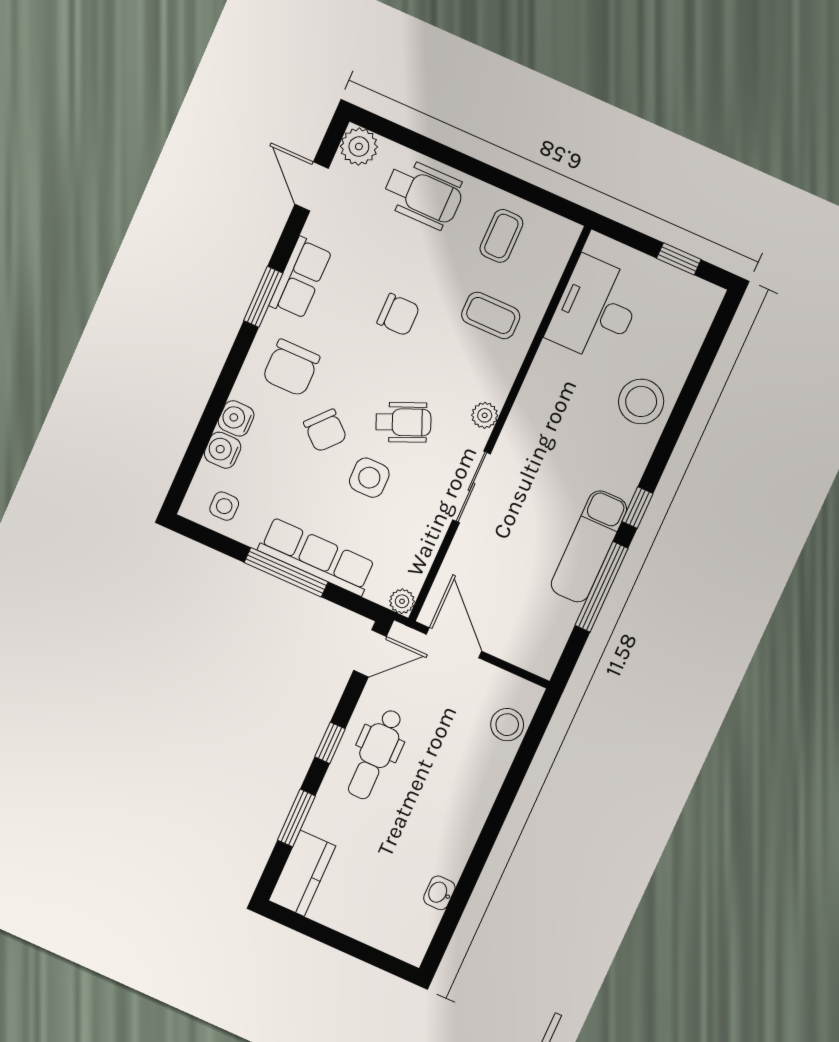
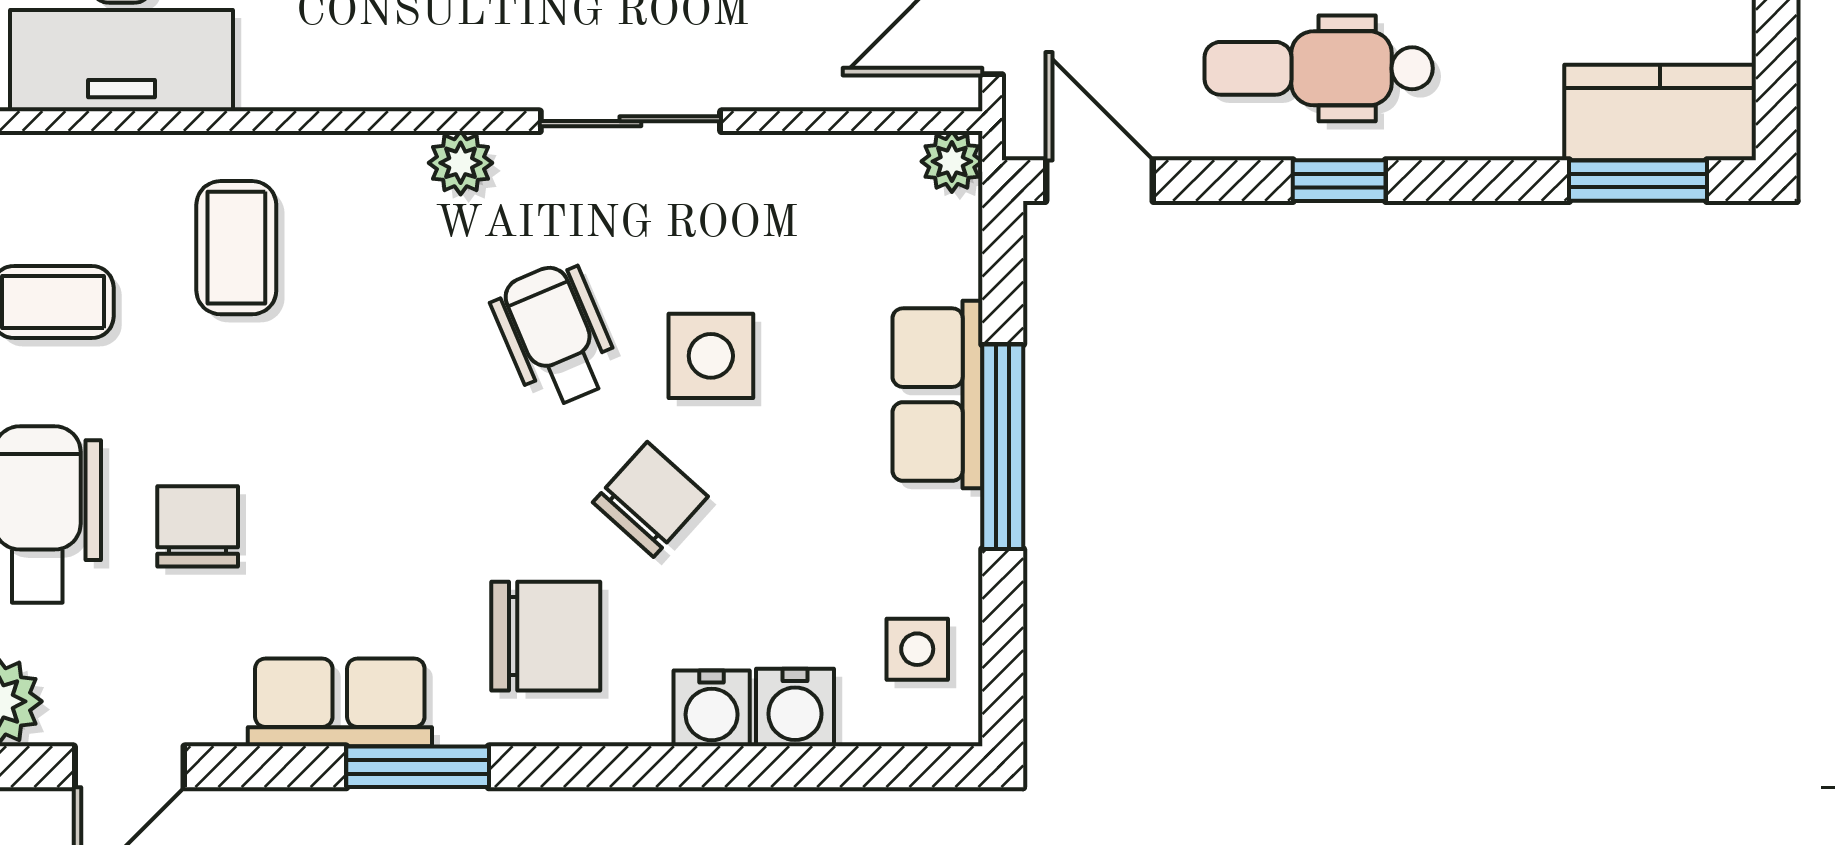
chair: (398, 315) -> (198, 526), moved
row of seats: (317, 557) -> (937, 395), width x0.68
dental chair: (375, 754) -> (1319, 68), turned 180
window: (296, 818) -> (1638, 181), moved

